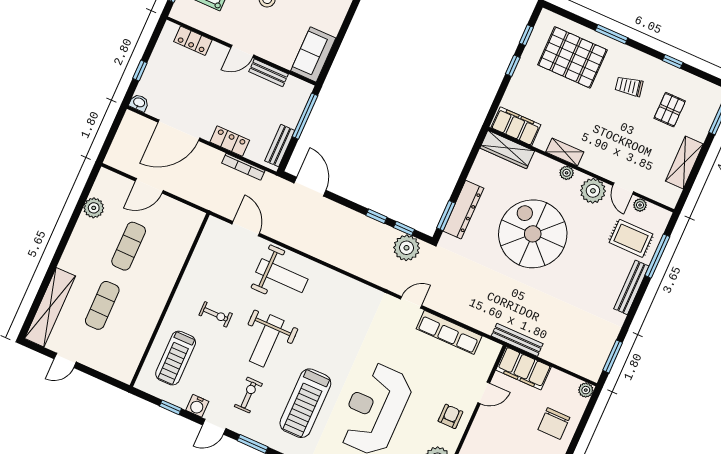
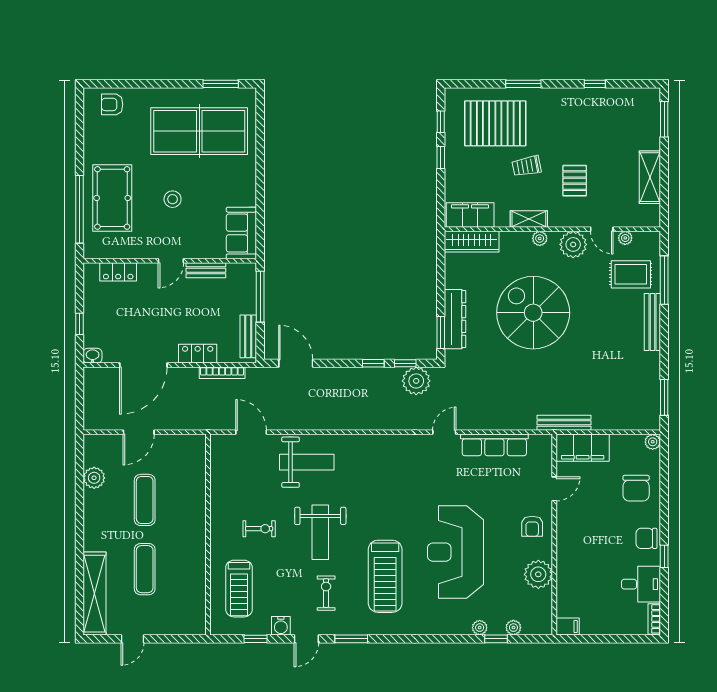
trolley: (629, 86) -> (527, 166), moved
pallet: (670, 110) -> (575, 181), moved
armchair: (450, 416) -> (532, 526), turned 180

